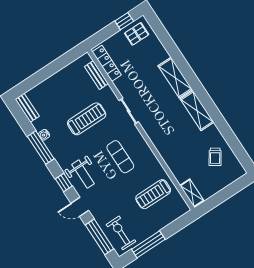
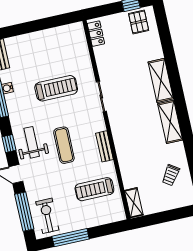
pallet: (137, 34) -> (139, 22), turned 90
locker: (107, 63) -> (96, 34), width x0.66
bench: (96, 75) -> (104, 146), moved
exercise mat: (120, 157) -> (64, 145), moved
weight bench: (83, 174) -> (32, 142), turned 180

